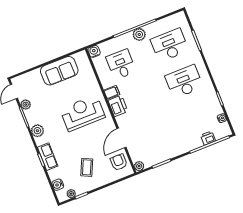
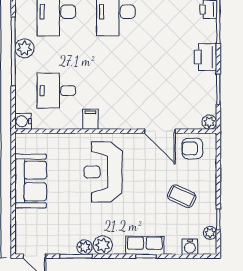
plant: (26, 105) -> (85, 247), moved
printer: (118, 106) -> (205, 57), moved, turned -90

